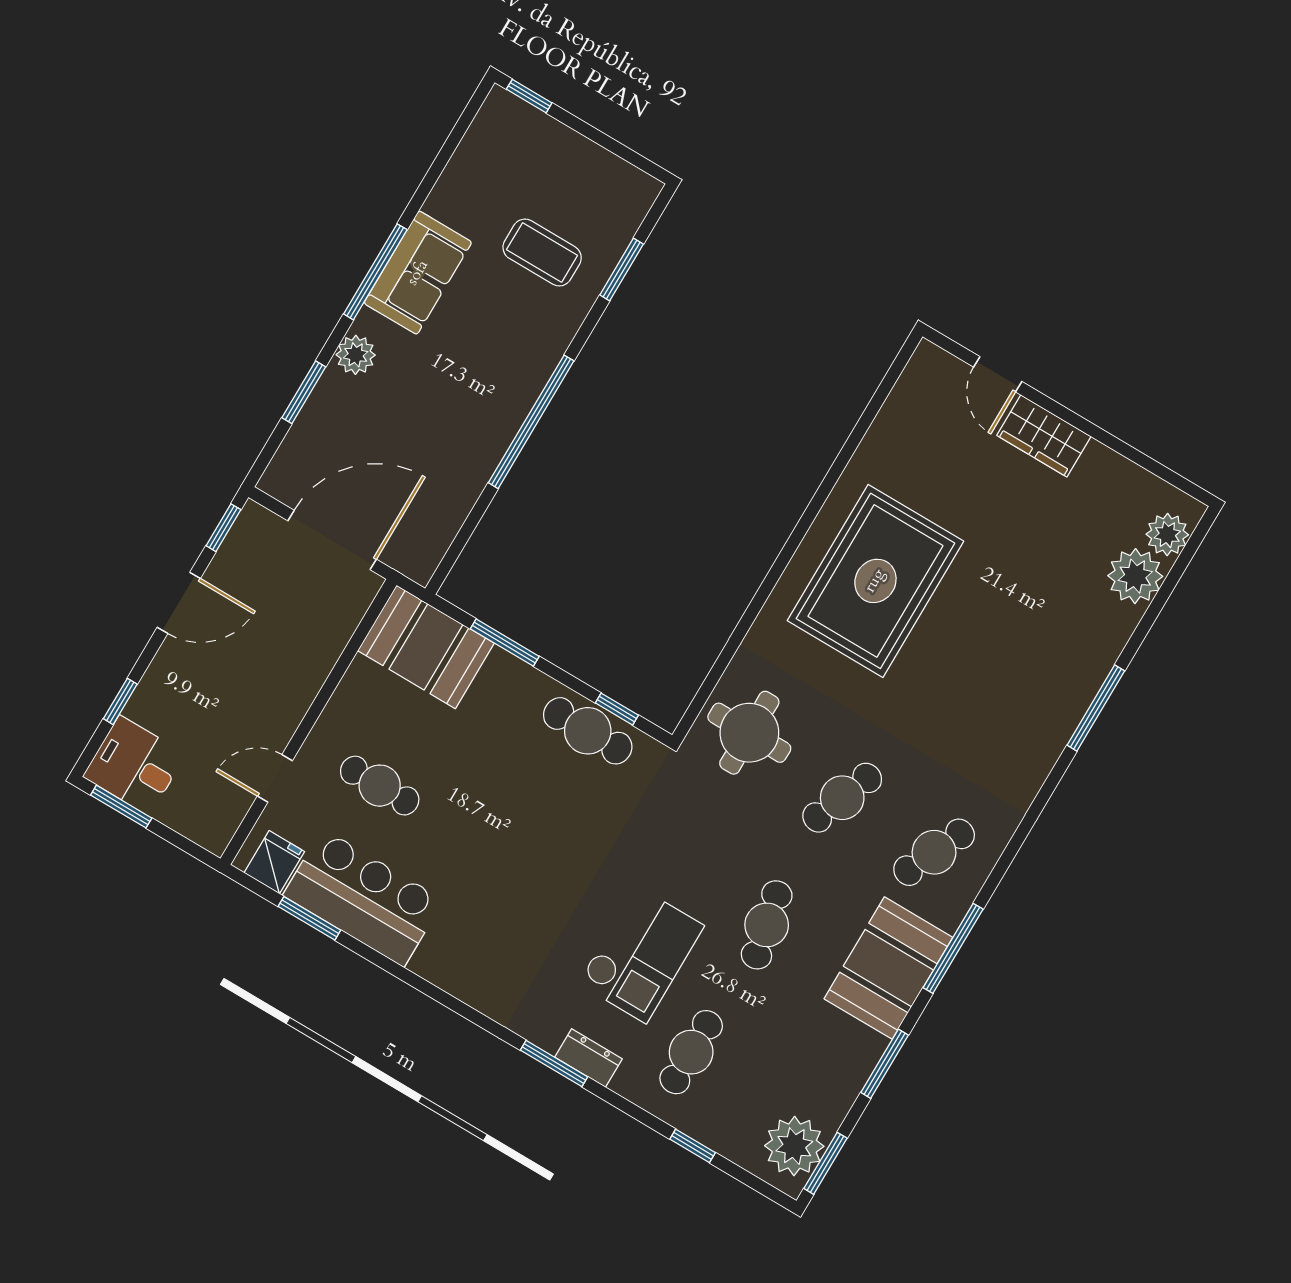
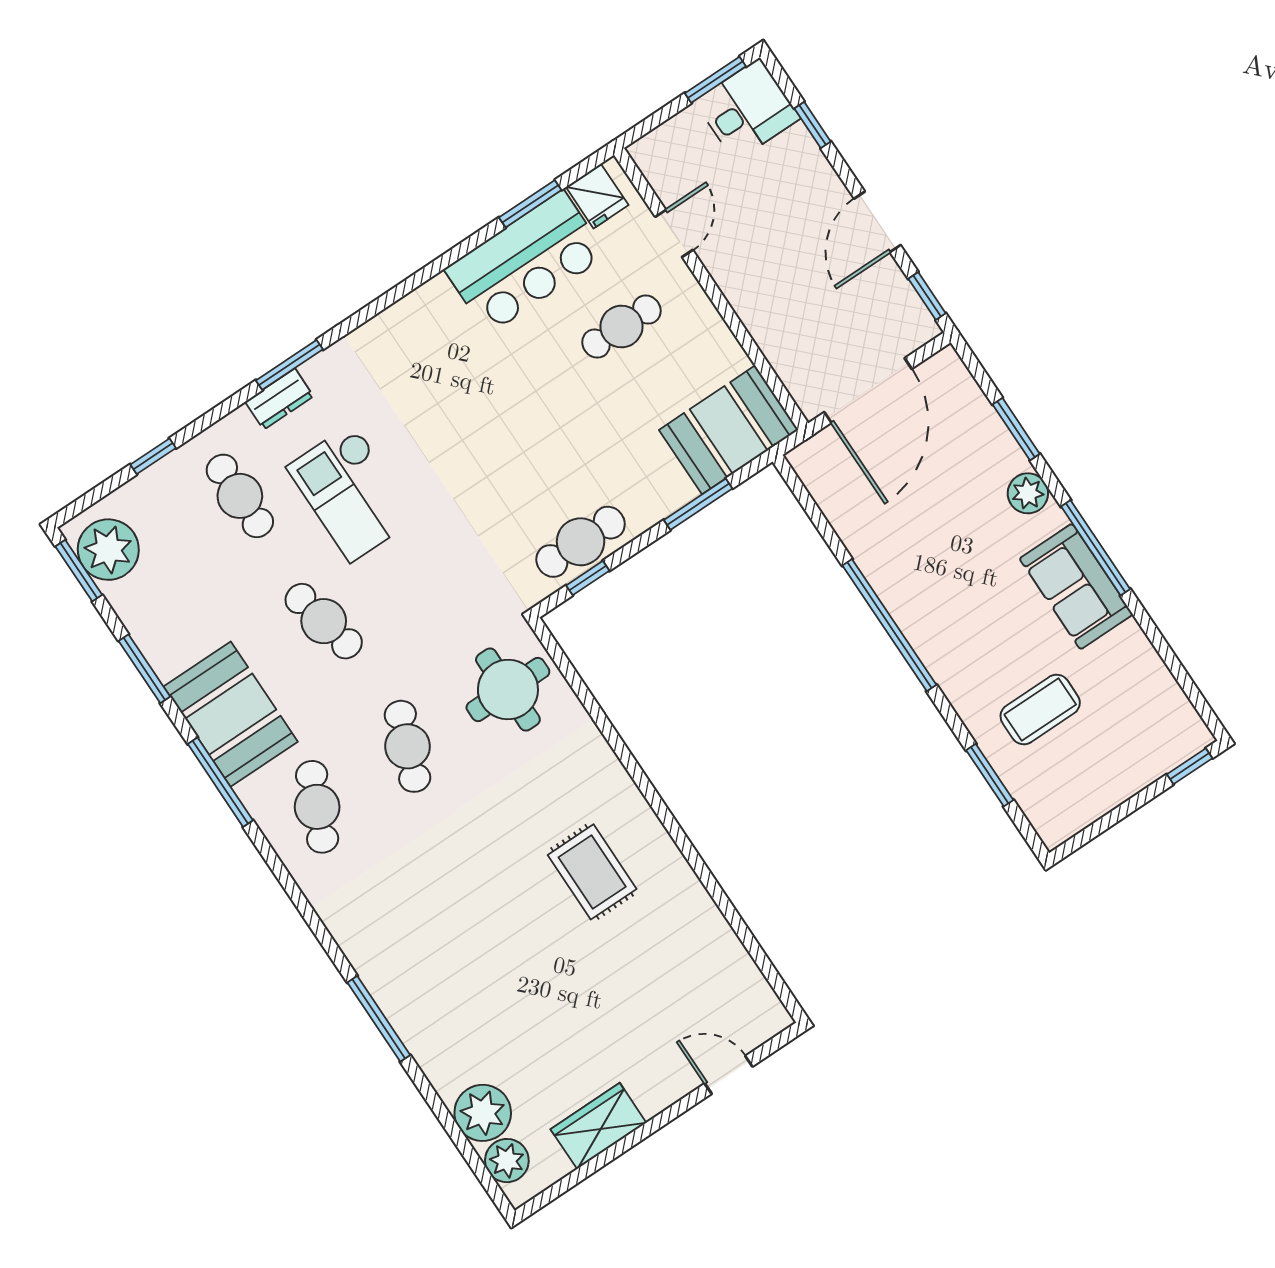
wardrobe: (1044, 436) -> (598, 1126), moved
rug: (875, 581) -> (592, 872), width x0.54, depth x0.49

